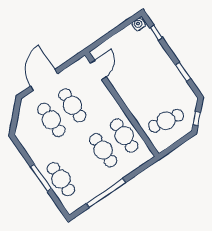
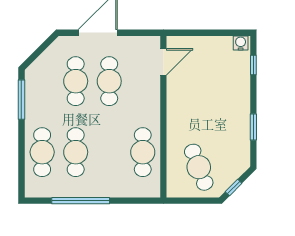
cafe table: (166, 121) -> (199, 167), turned 60
cafe table: (103, 150) -> (76, 152), moved
window: (41, 178) -> (21, 100), moved

